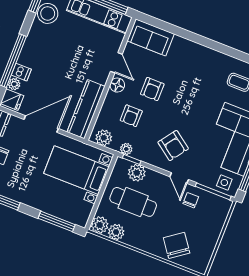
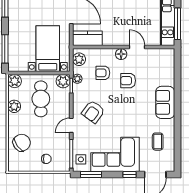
sofa: (151, 37) -> (165, 102), moved
door: (116, 63) -> (137, 47), swing flipped
kitchen counter: (86, 109) -> (87, 38), width x0.67
plant: (137, 173) -> (63, 81), moved
chair: (191, 200) -> (46, 159), moved
plant: (116, 232) -> (14, 106), moved

